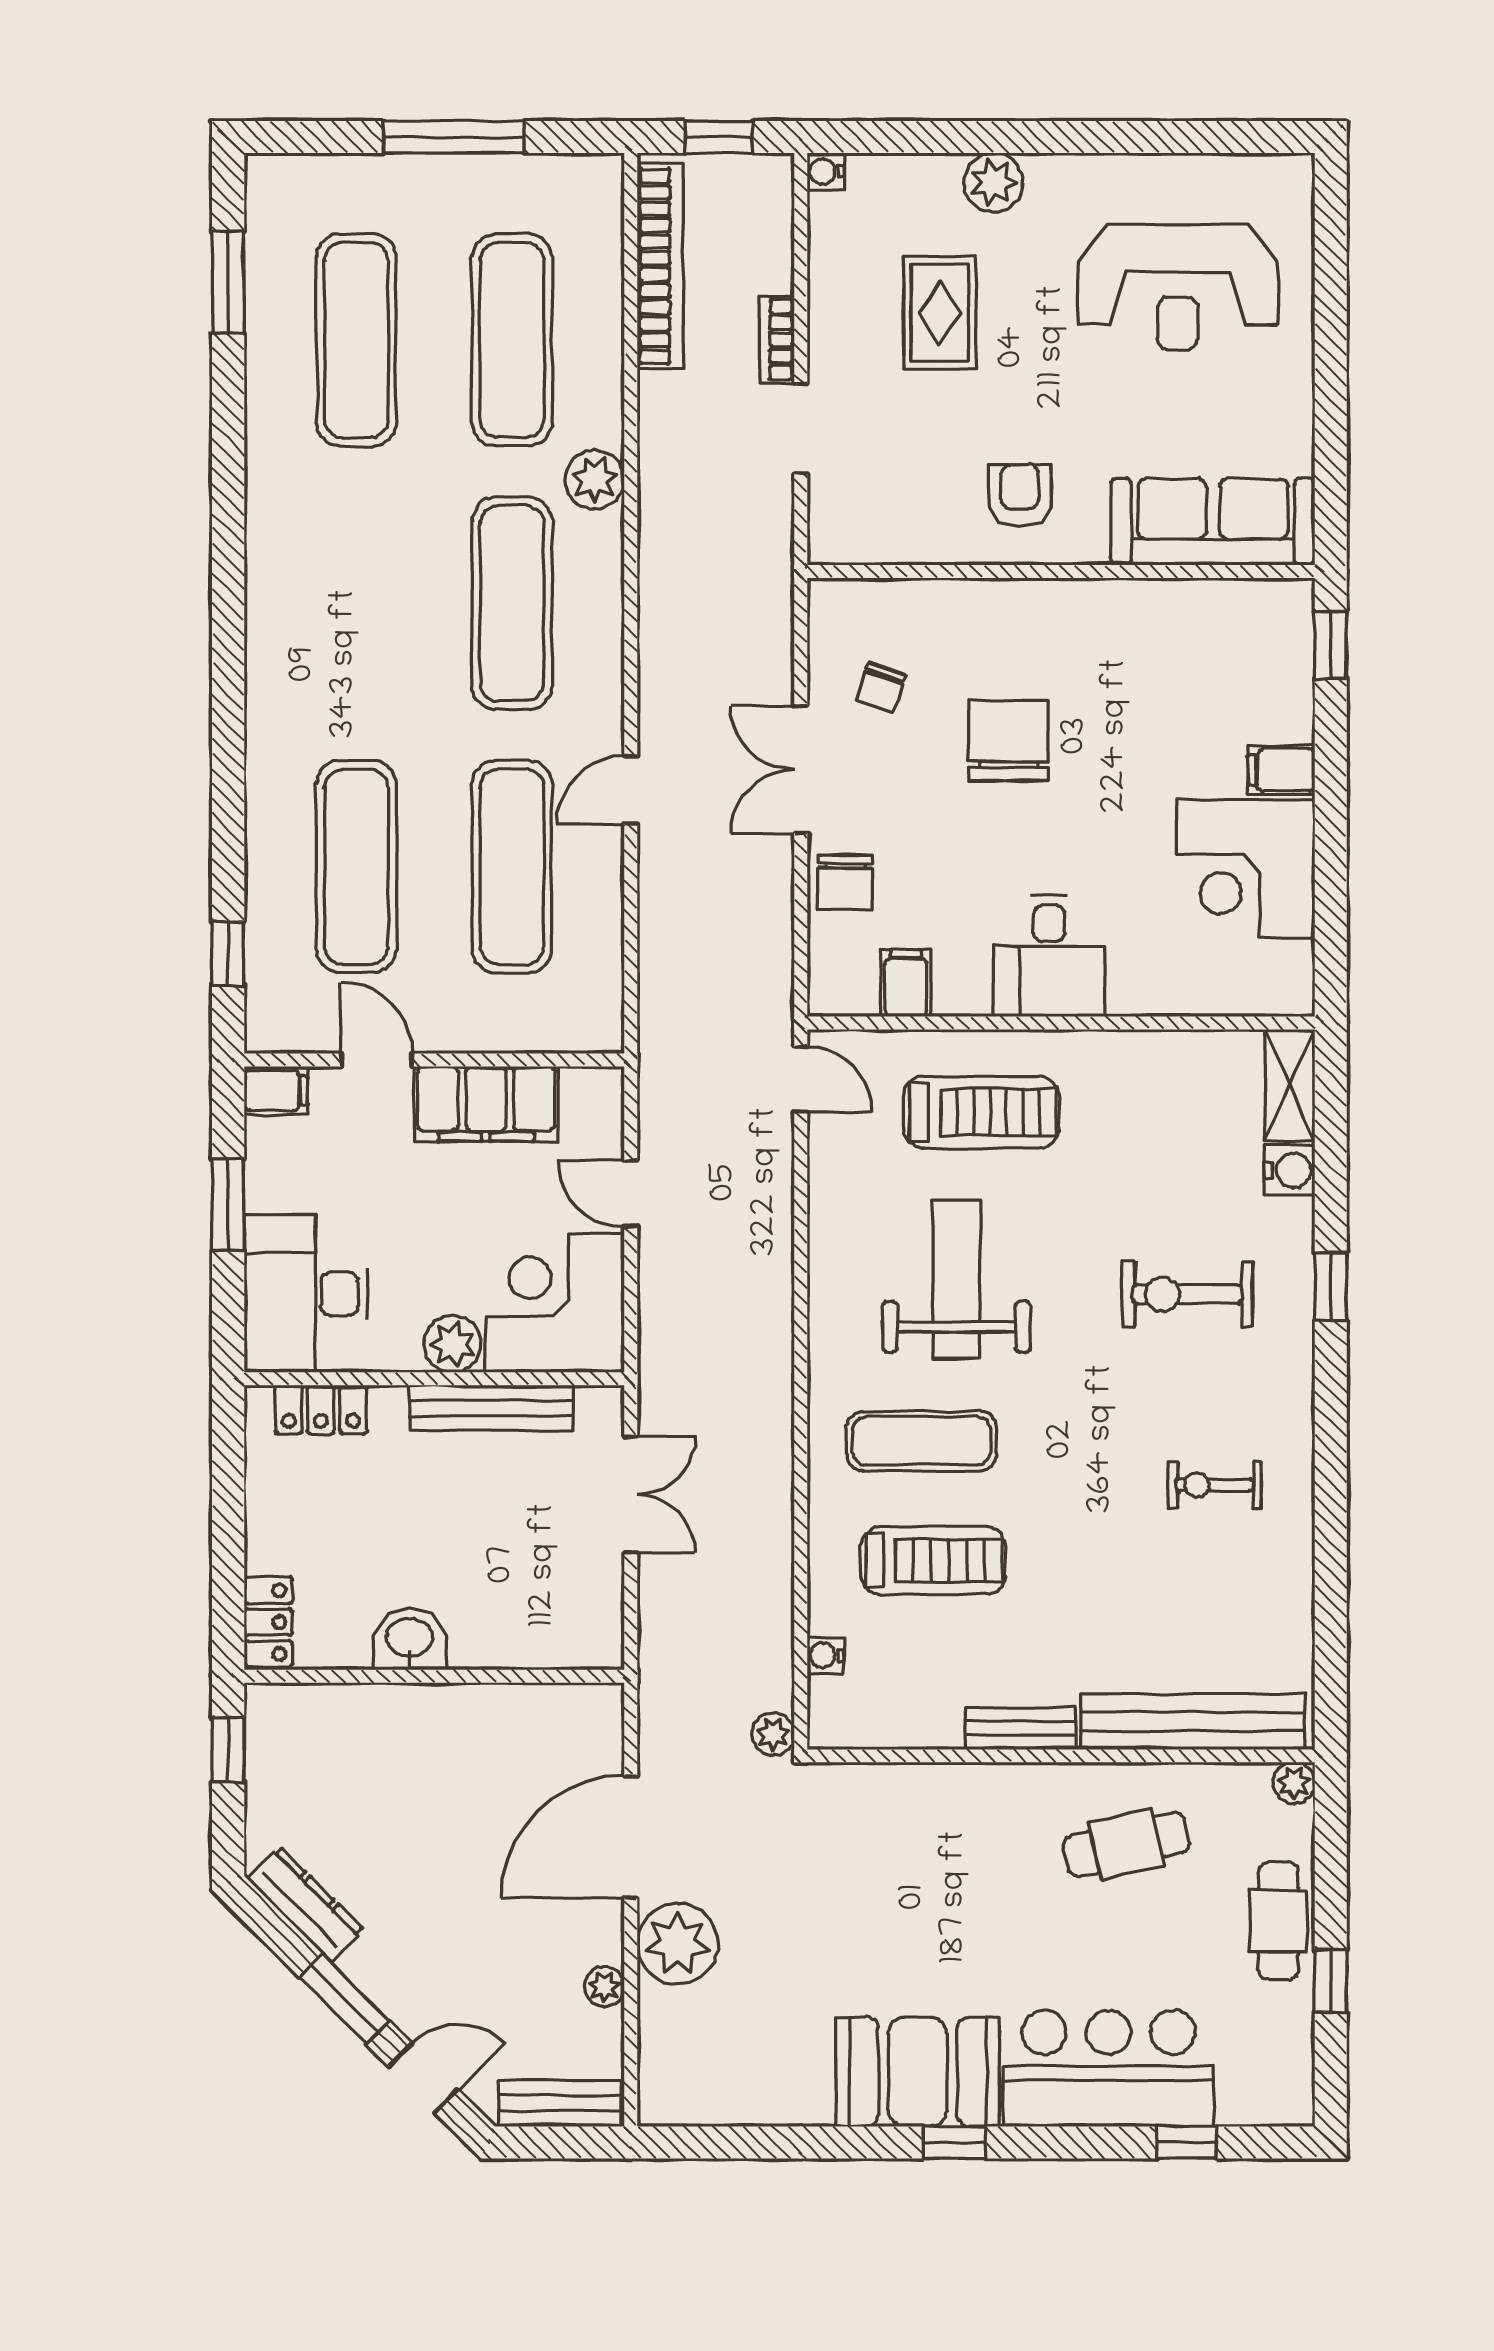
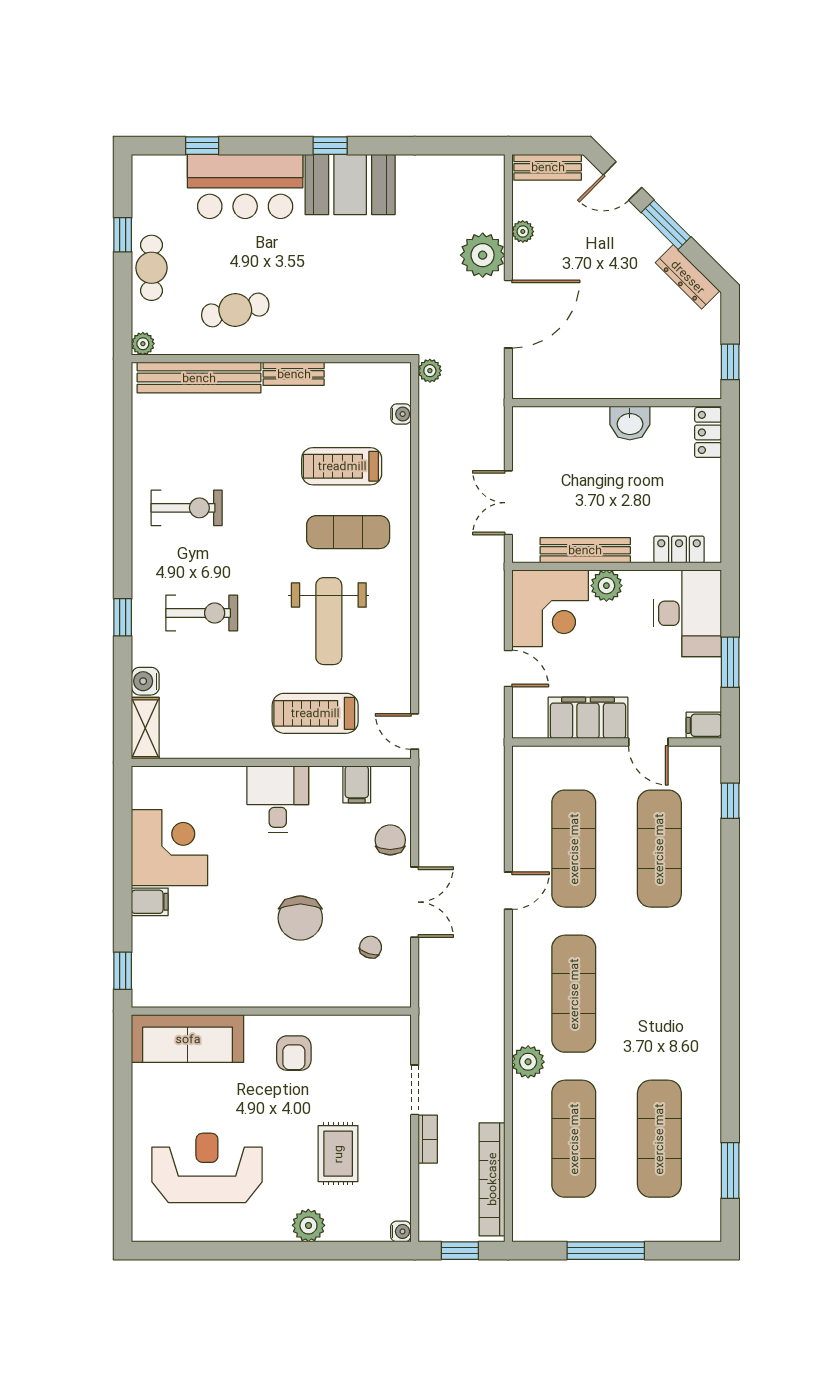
exercise bike: (1215, 1485) -> (187, 508), width x1.38, depth x1.39

